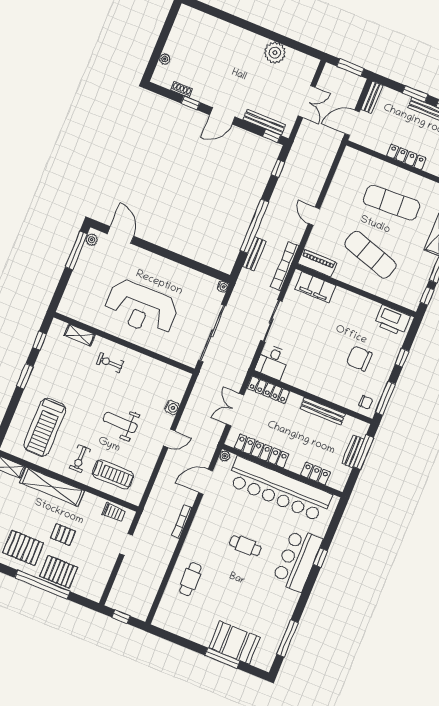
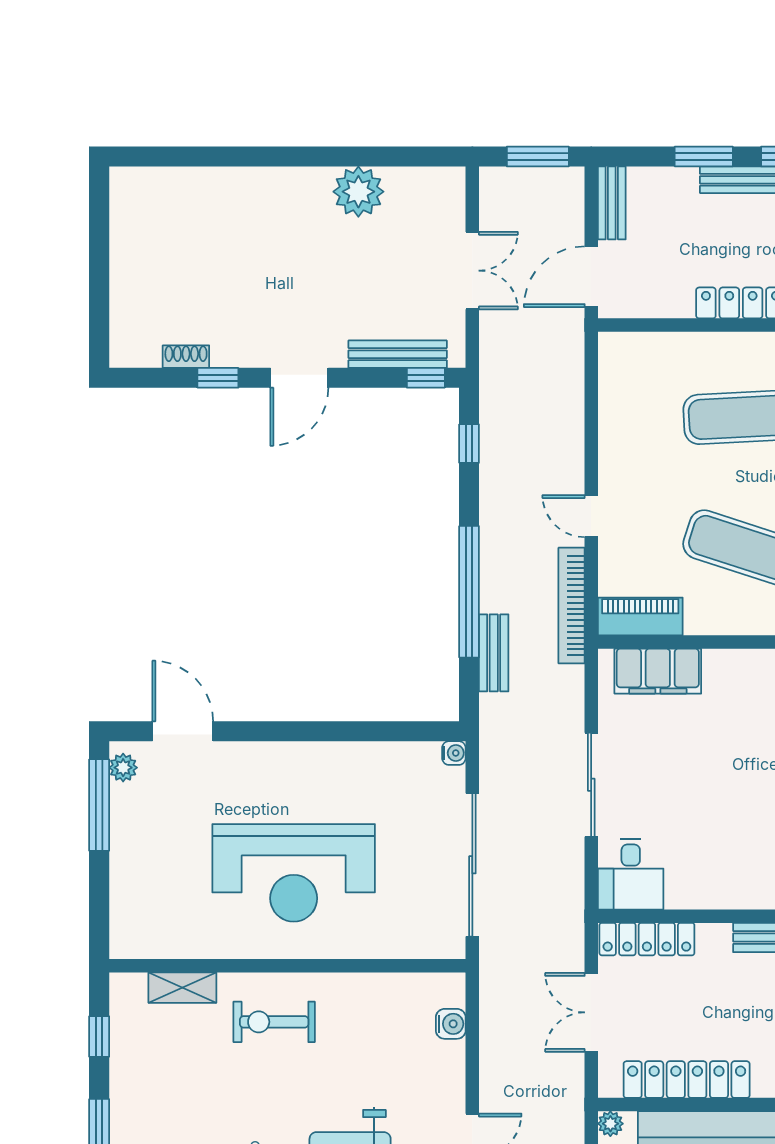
plant: (165, 59) -> (122, 305), removed
bookcase: (285, 266) -> (572, 606), moved
exercise bike: (110, 363) -> (274, 1022), width x1.38, depth x1.39
water cooler: (172, 408) -> (451, 1024), moved

